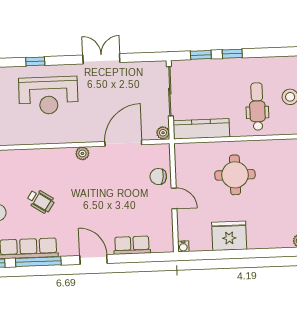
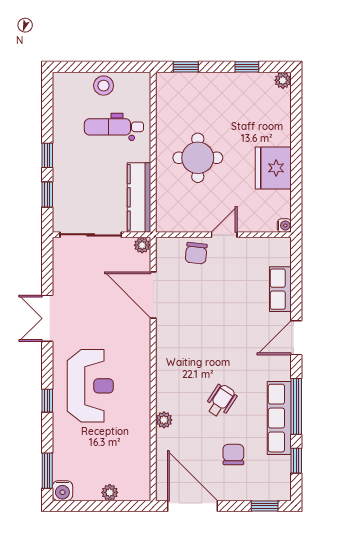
plant: (82, 153) -> (164, 420), moved

